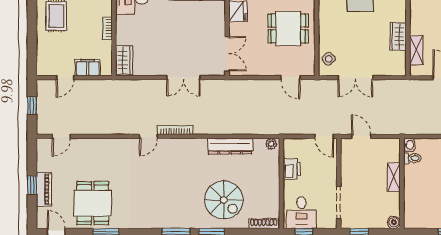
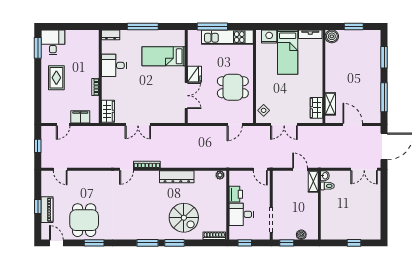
wardrobe: (398, 37) -> (316, 108), moved
double door: (227, 54) -> (186, 96), moved
double door: (184, 78) -> (138, 125), moved
door: (290, 78) -> (235, 125), hinge flipped
door: (61, 136) -> (60, 169), hinge flipped
door: (361, 136) -> (300, 169), moved
dresser: (230, 146) -> (177, 177), moved
shelving: (394, 177) -> (313, 181), moved
desk: (301, 213) -> (241, 214), moved, turned 90
boiler: (394, 222) -> (301, 235), moved

